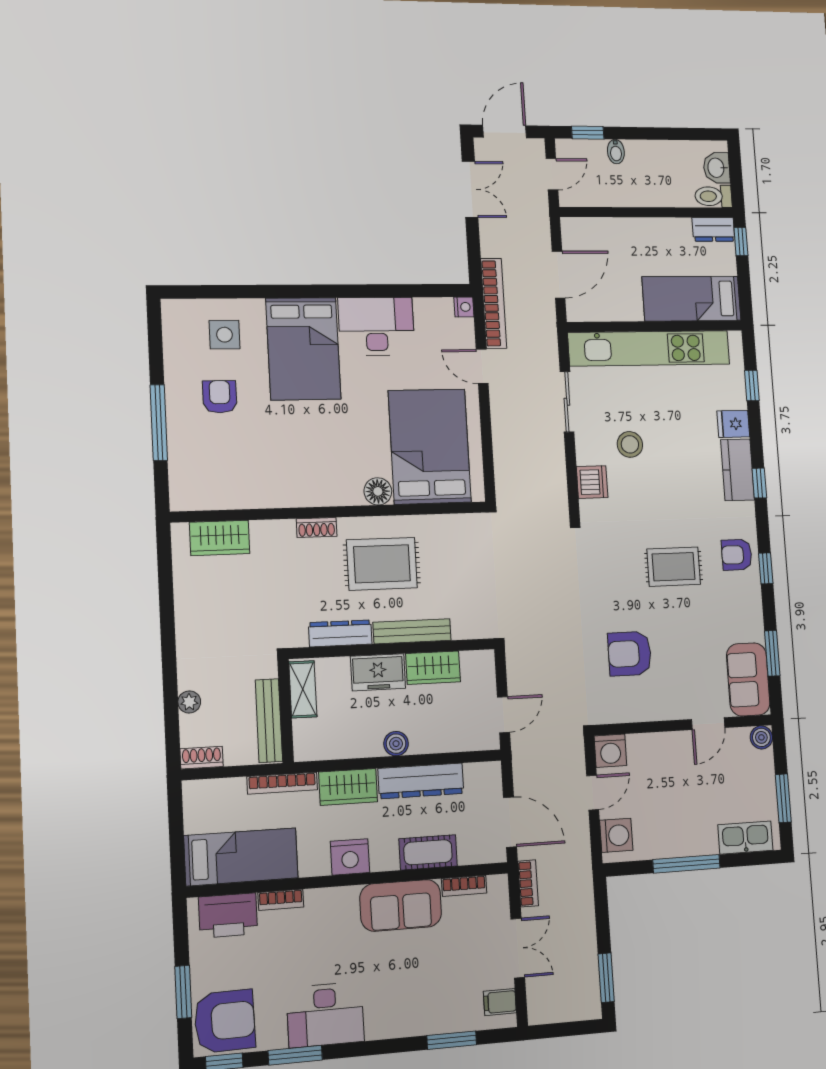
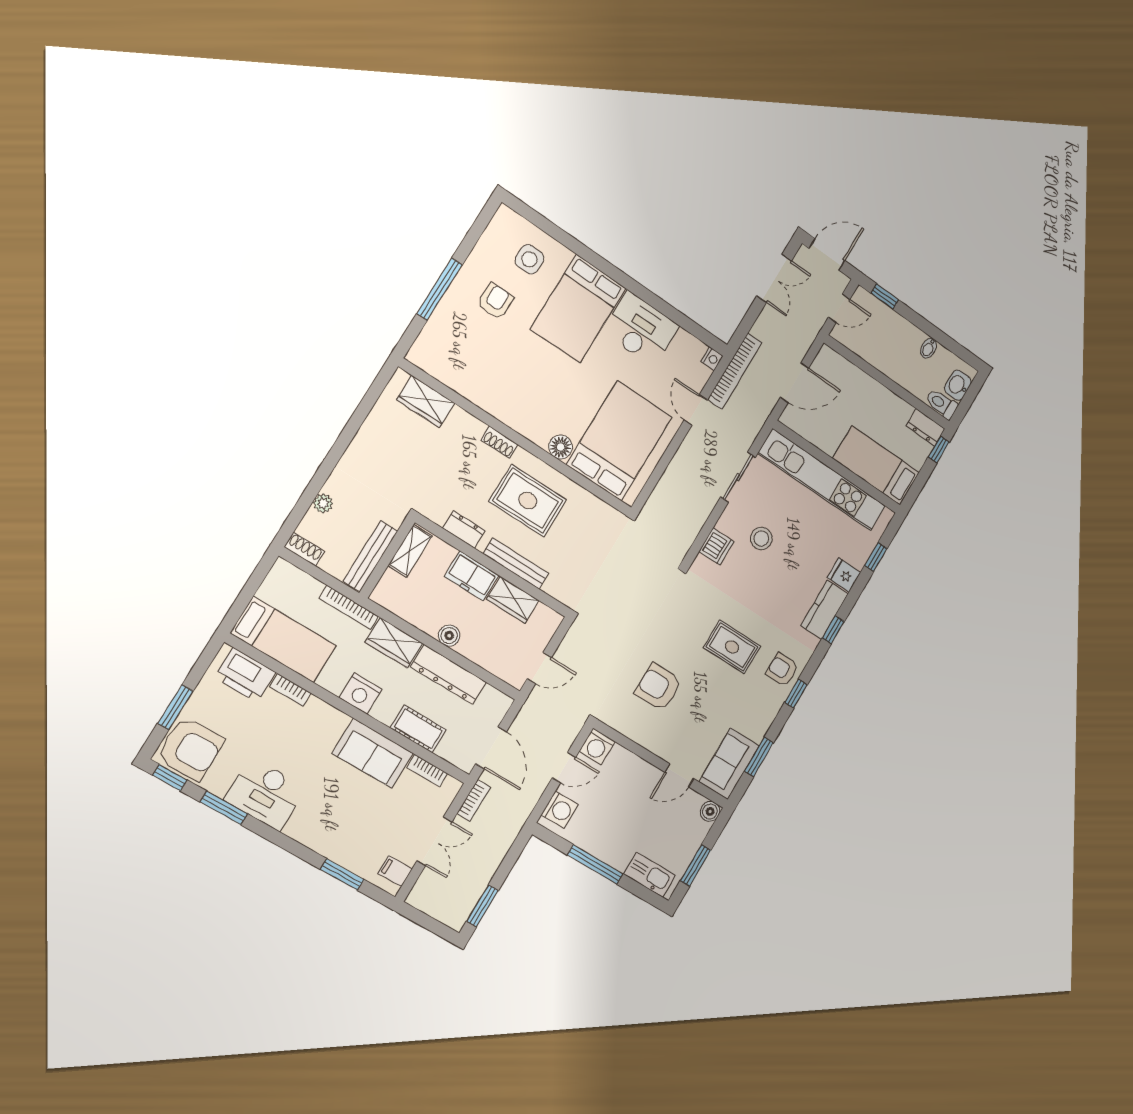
bidet: (616, 152) -> (929, 348), moved
dresser: (340, 633) -> (464, 529), width x0.70

